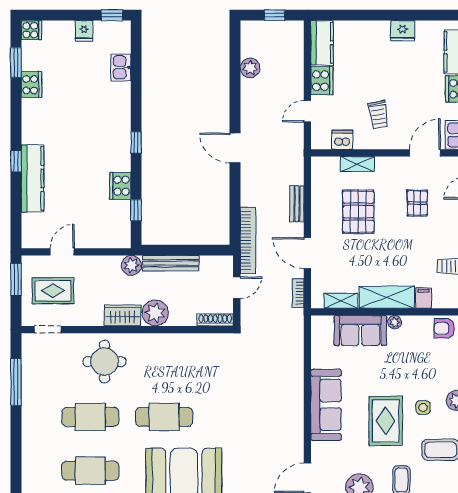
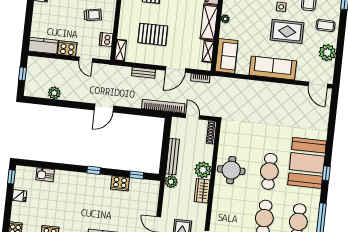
shelving: (357, 164) -> (121, 50), moved
sofa: (360, 331) -> (227, 56), moved
round table: (105, 362) -> (231, 170), moved

